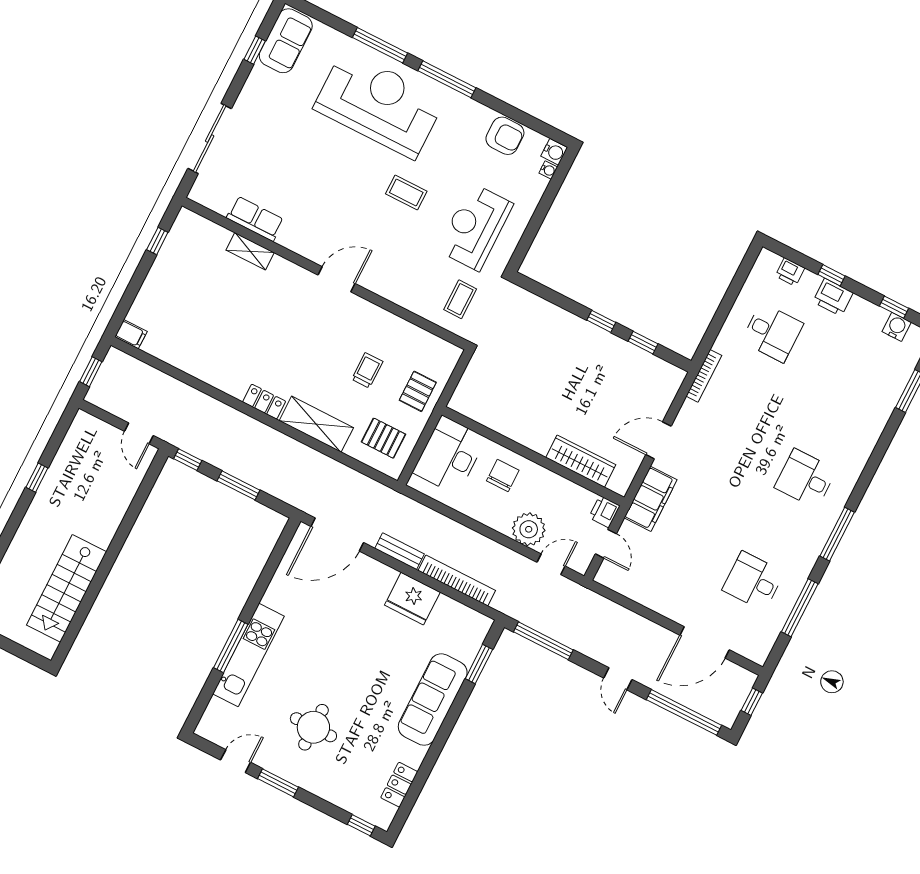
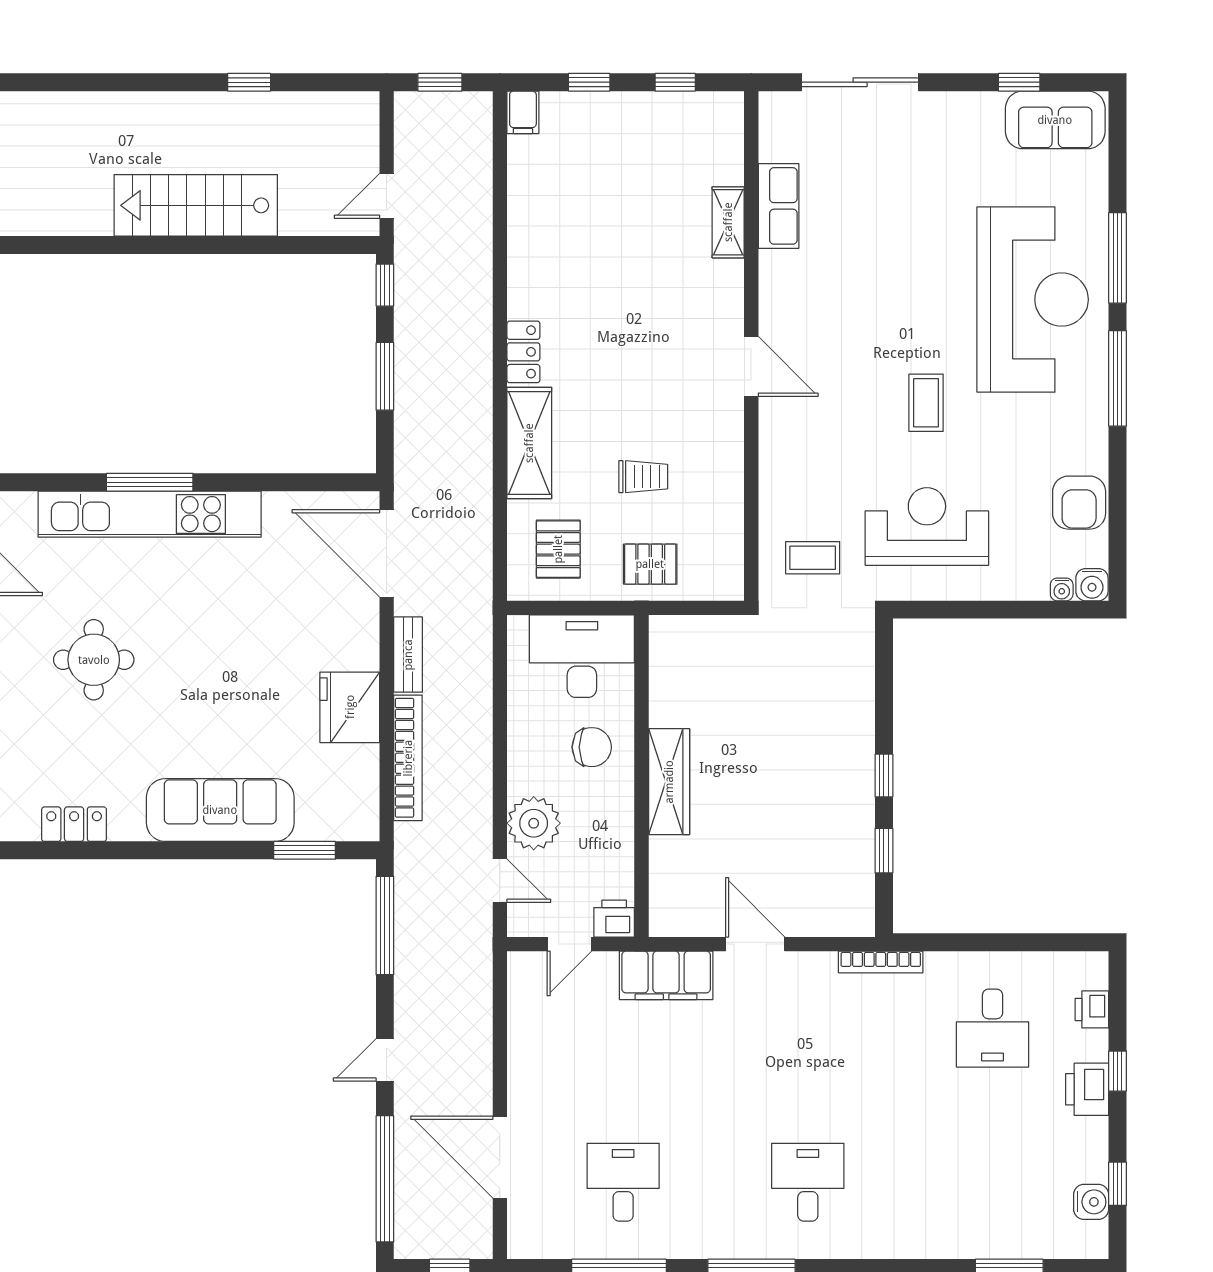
window: (133, 289) -> (589, 82), added
wardrobe: (581, 461) -> (669, 782), moved
stairs: (66, 588) -> (196, 205), moved
kitchen unit: (248, 655) -> (150, 514), width x1.36

